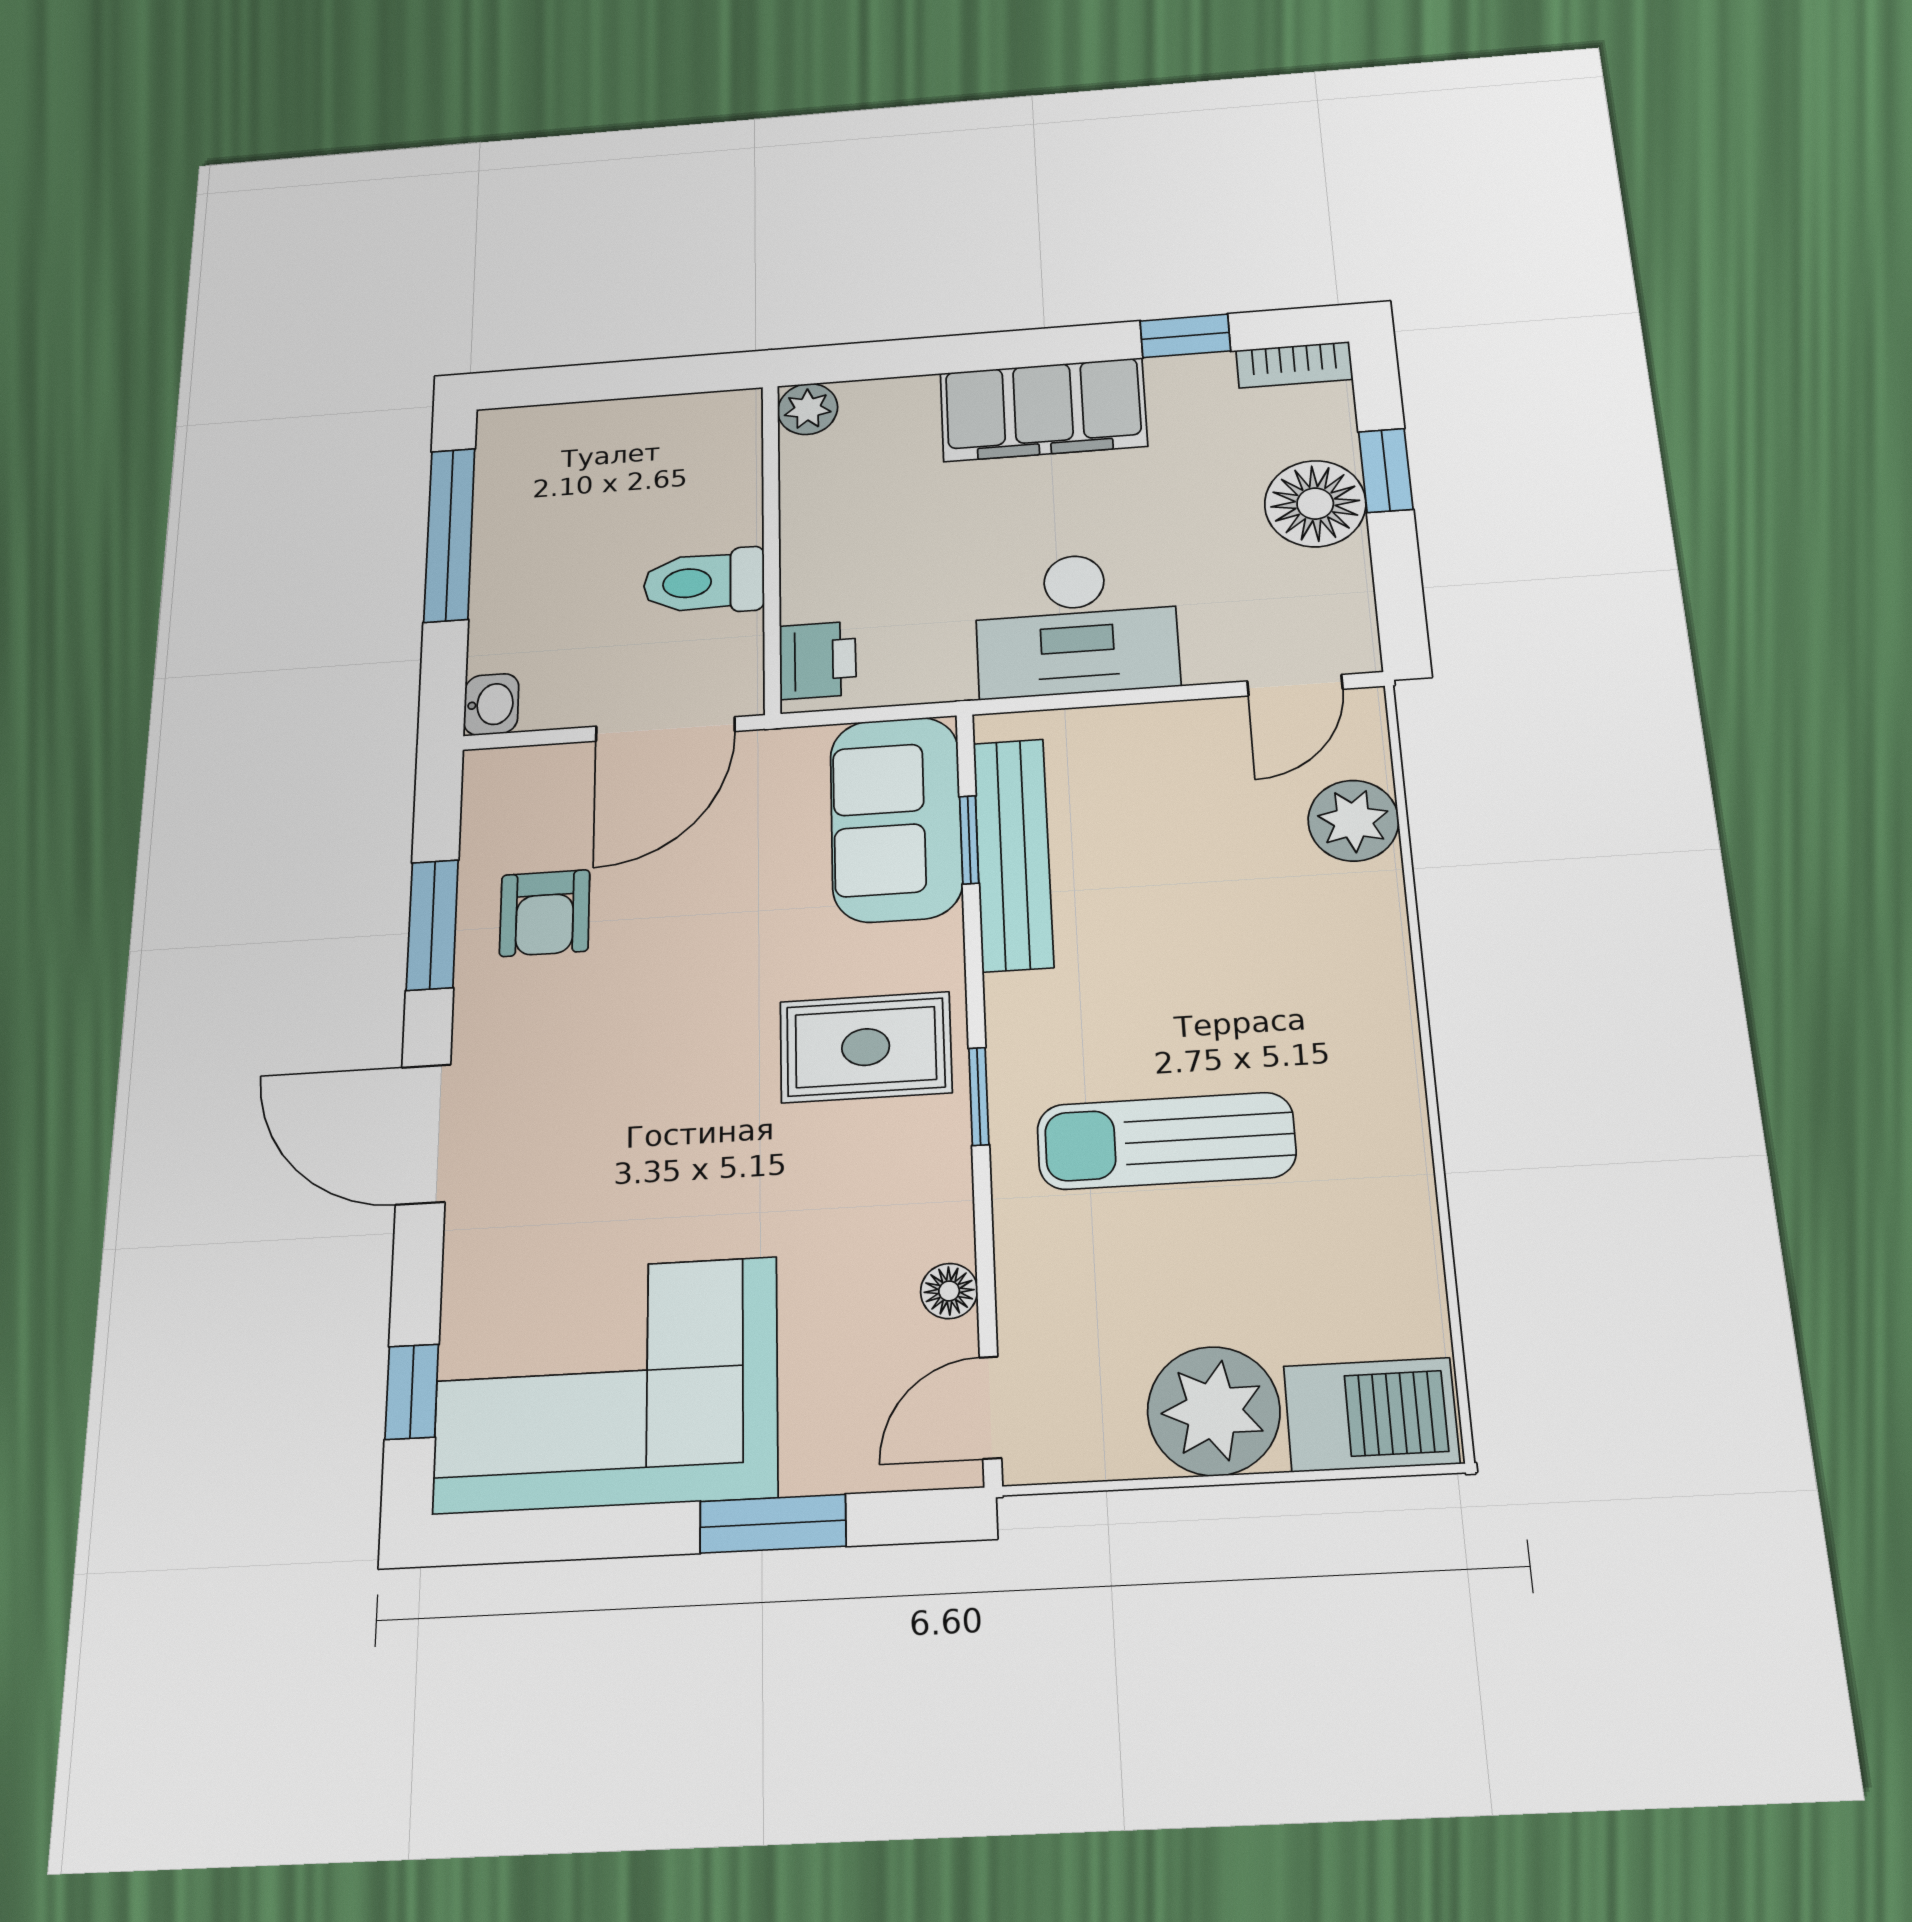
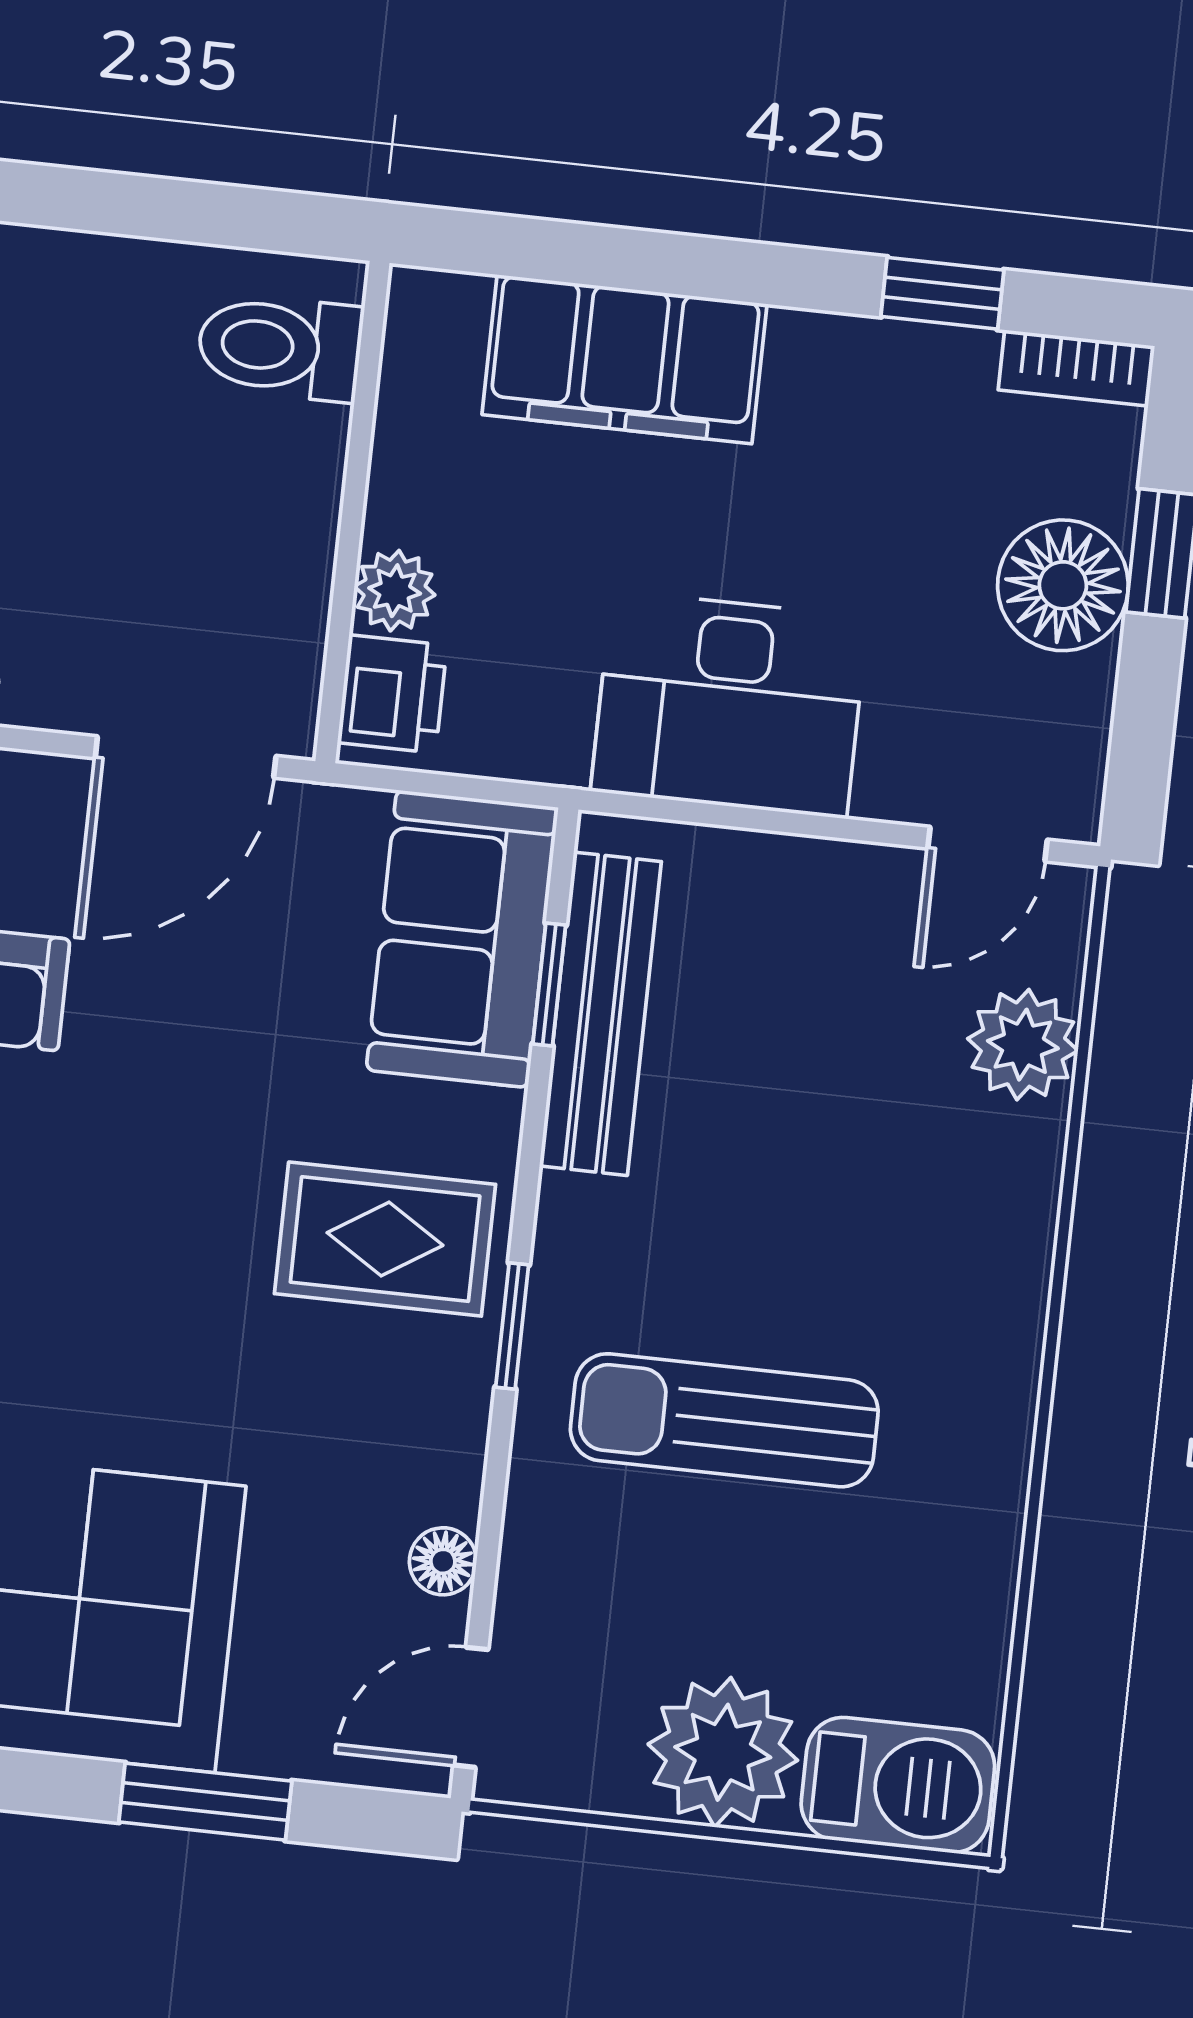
plant: (808, 409) -> (395, 591), moved
filing cabinet: (1043, 410) -> (624, 359), moved
toilet: (704, 582) -> (280, 347), moved

